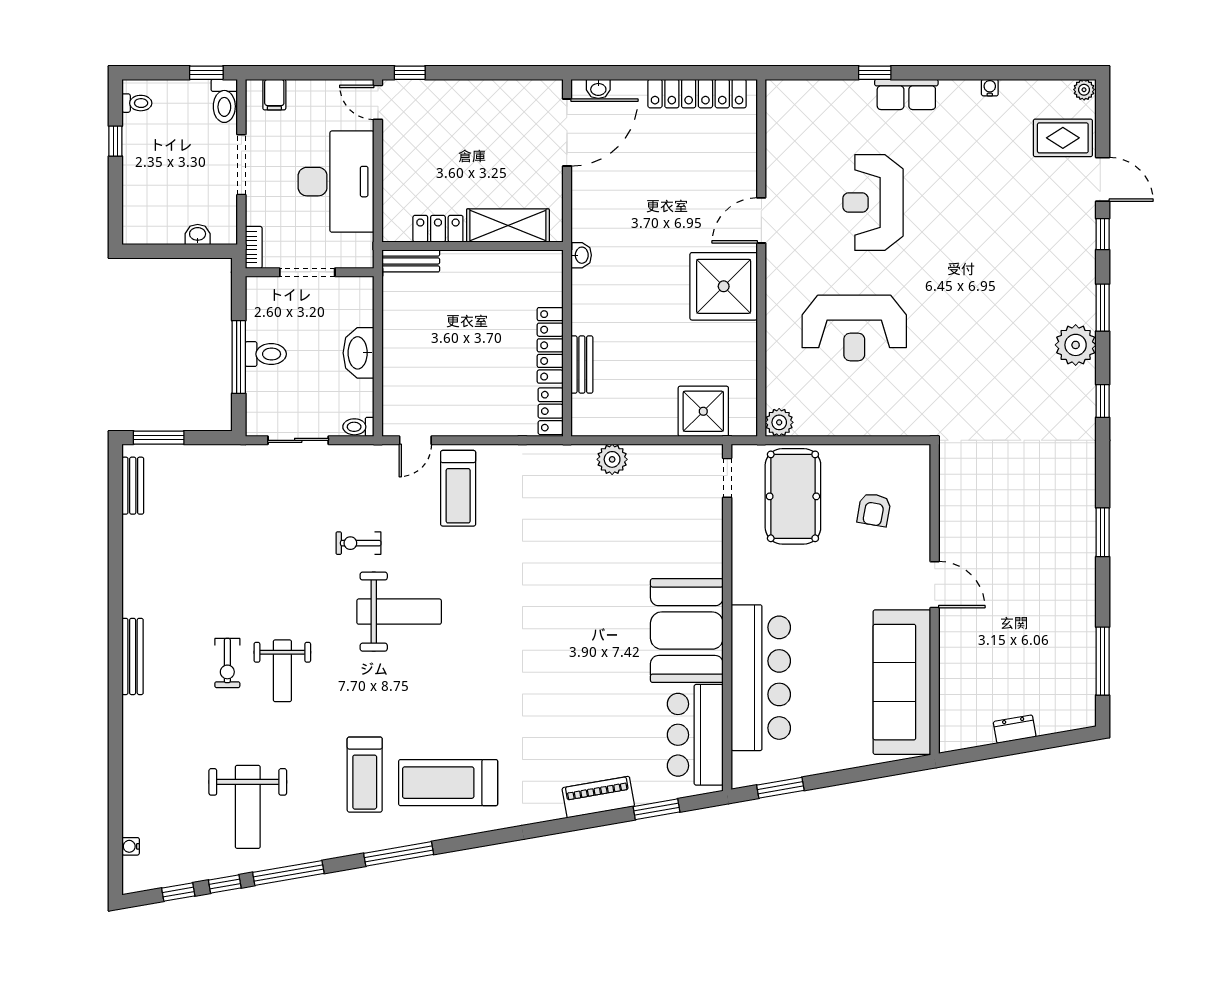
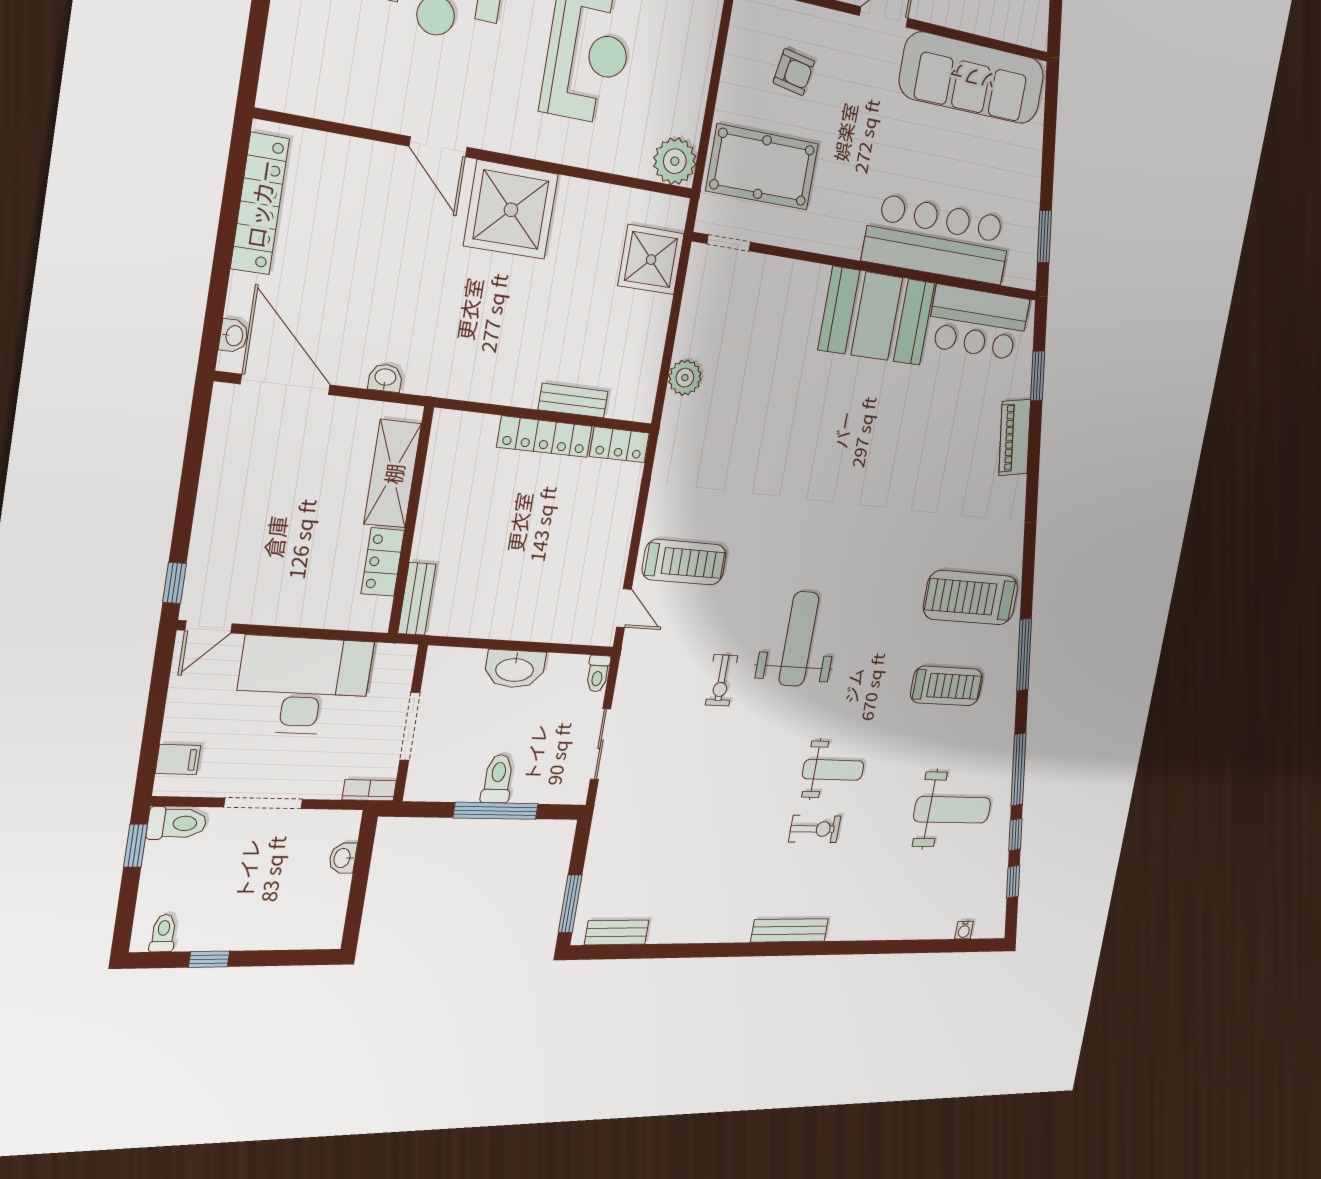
washbasin: (581, 255) -> (385, 378), moved
plant: (779, 422) -> (675, 161), width x1.36, depth x1.36
treadmill: (448, 783) -> (971, 598), turned 90

